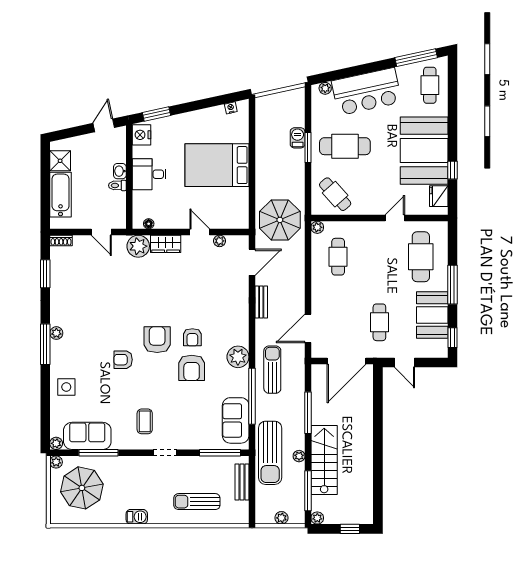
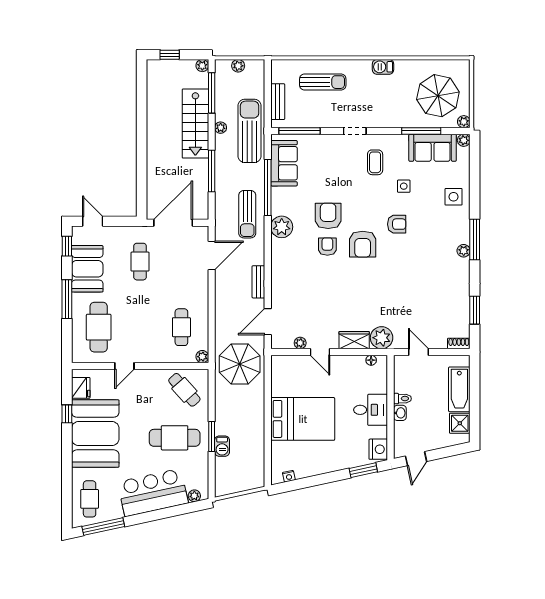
door: (405, 363) -> (93, 221), moved
side table: (116, 398) -> (404, 186), added

